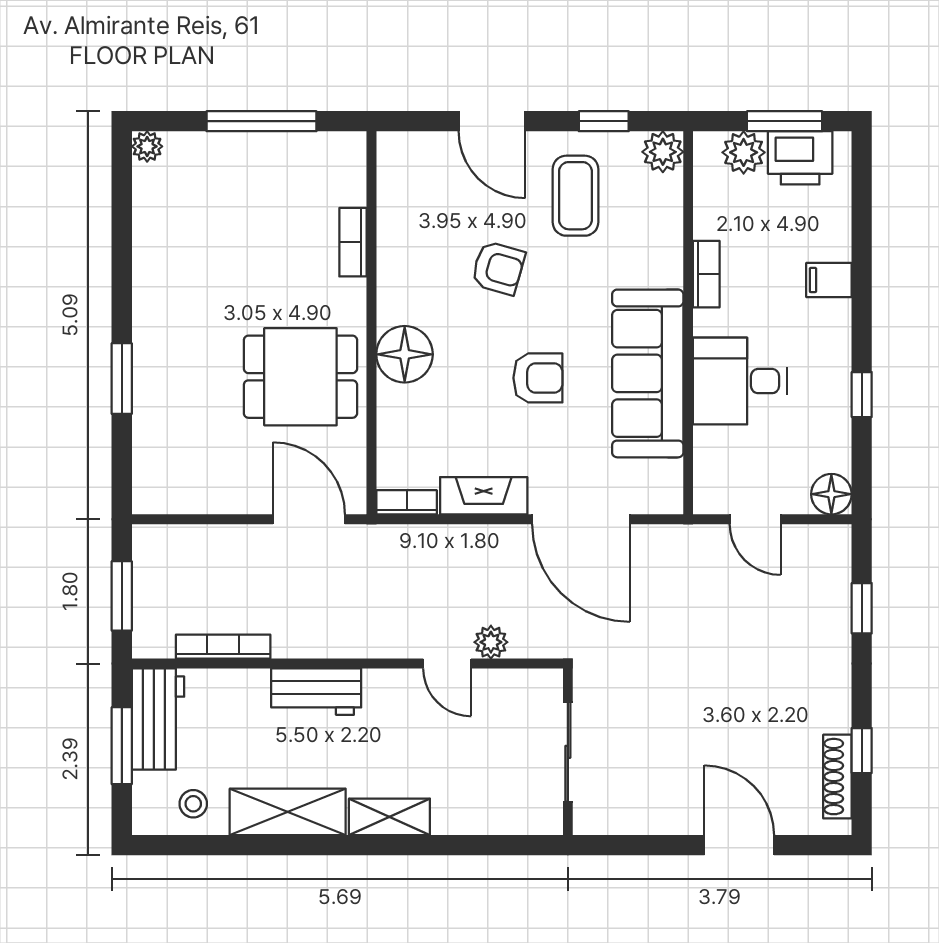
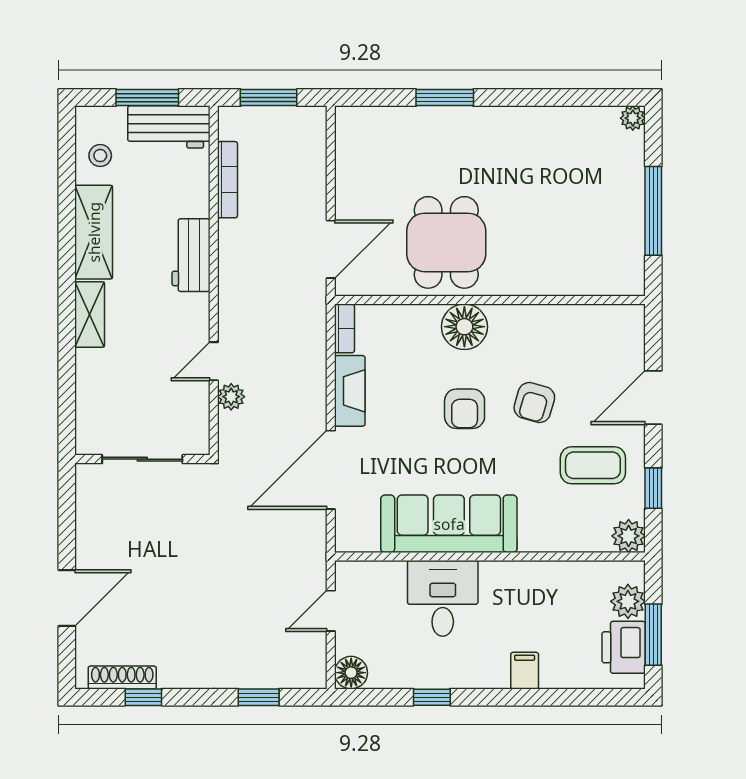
bookcase: (353, 242) -> (555, 285), removed
bookcase: (706, 274) -> (529, 571), removed
armchair: (538, 378) -> (465, 409), moved

